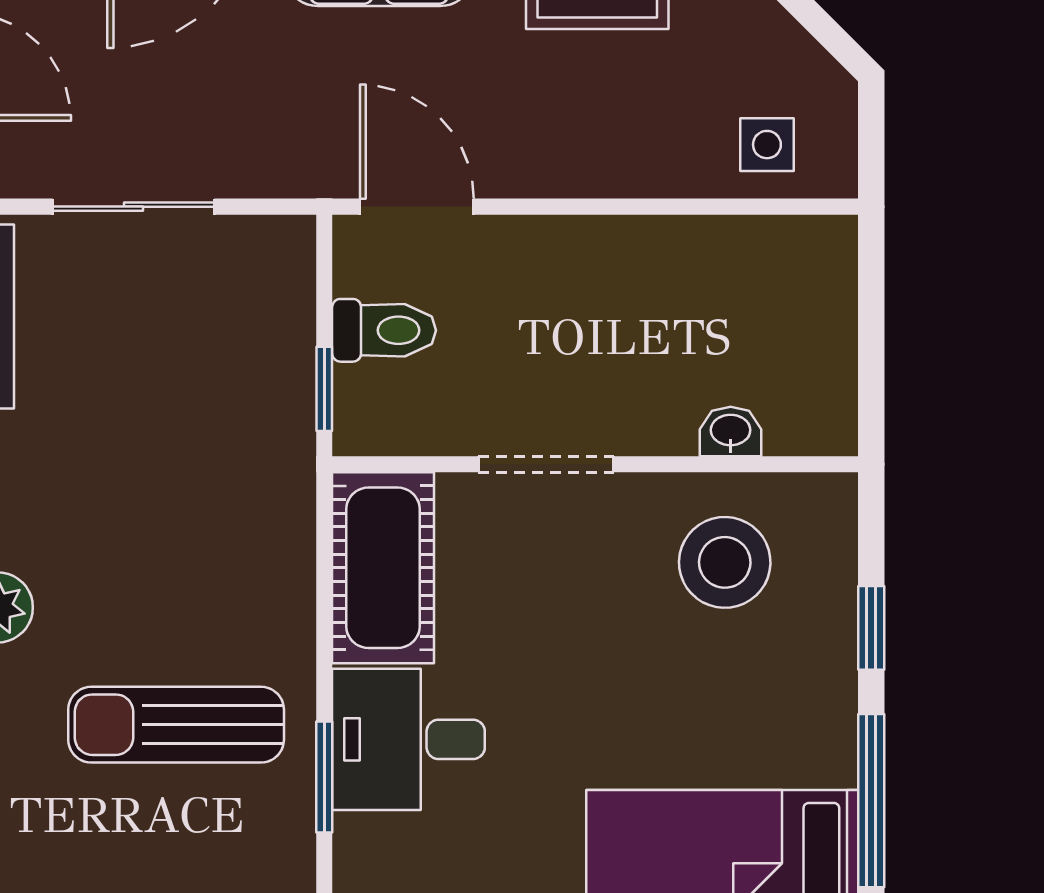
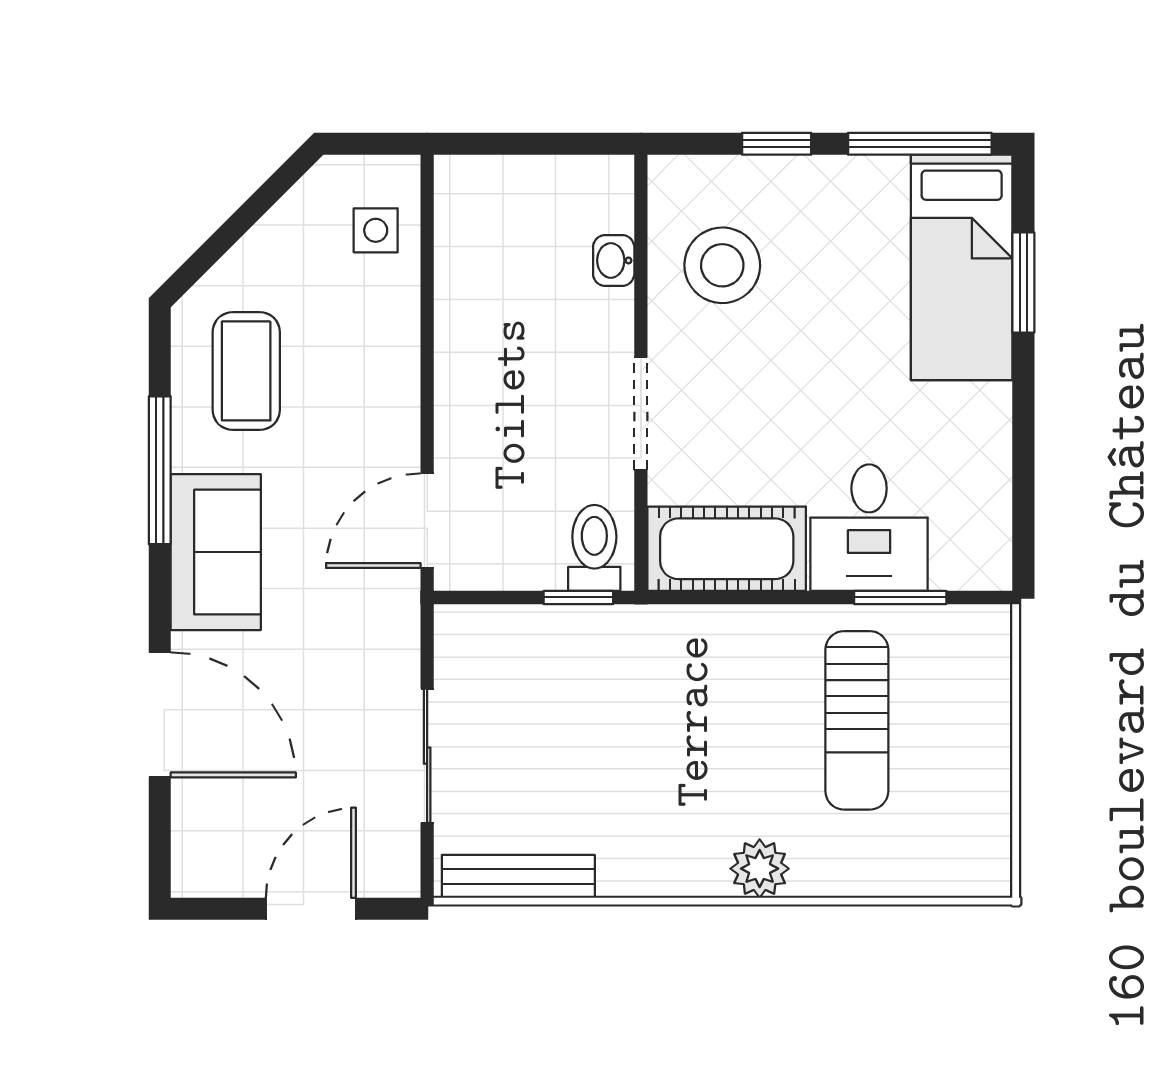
toilet: (384, 330) -> (594, 548), moved

